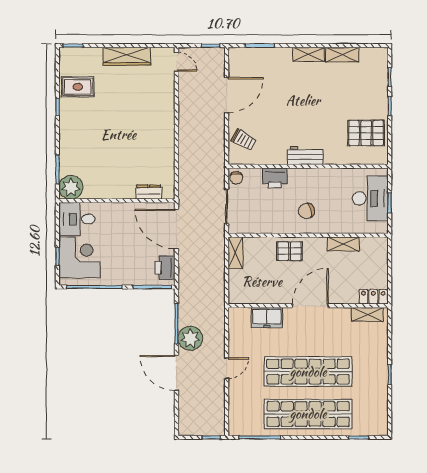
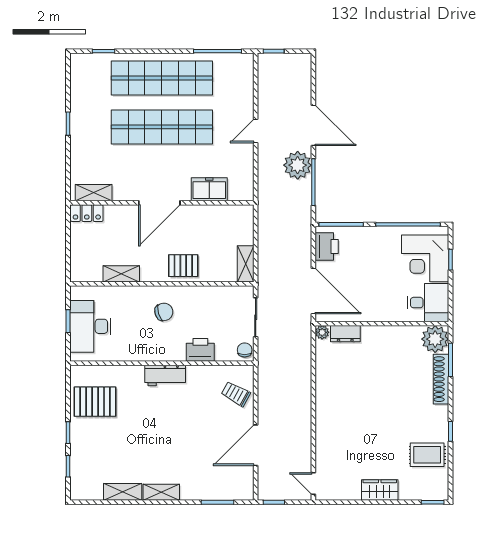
wardrobe: (127, 56) -> (380, 490), width x0.67
shoe rack: (66, 153) -> (441, 379), added
plant: (169, 193) -> (322, 332), added

